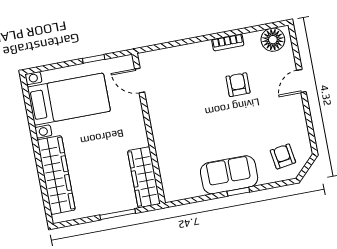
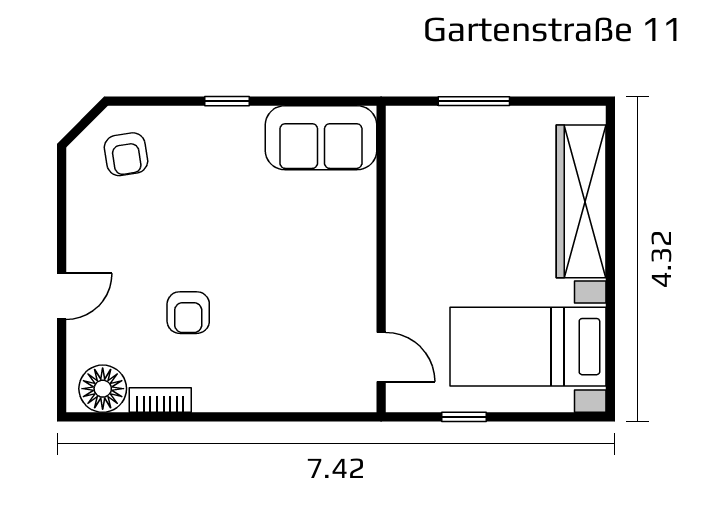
bookcase: (228, 42) -> (160, 400), moved
sofa: (229, 175) -> (321, 138), moved
wardrobe: (144, 177) -> (408, 164), removed

